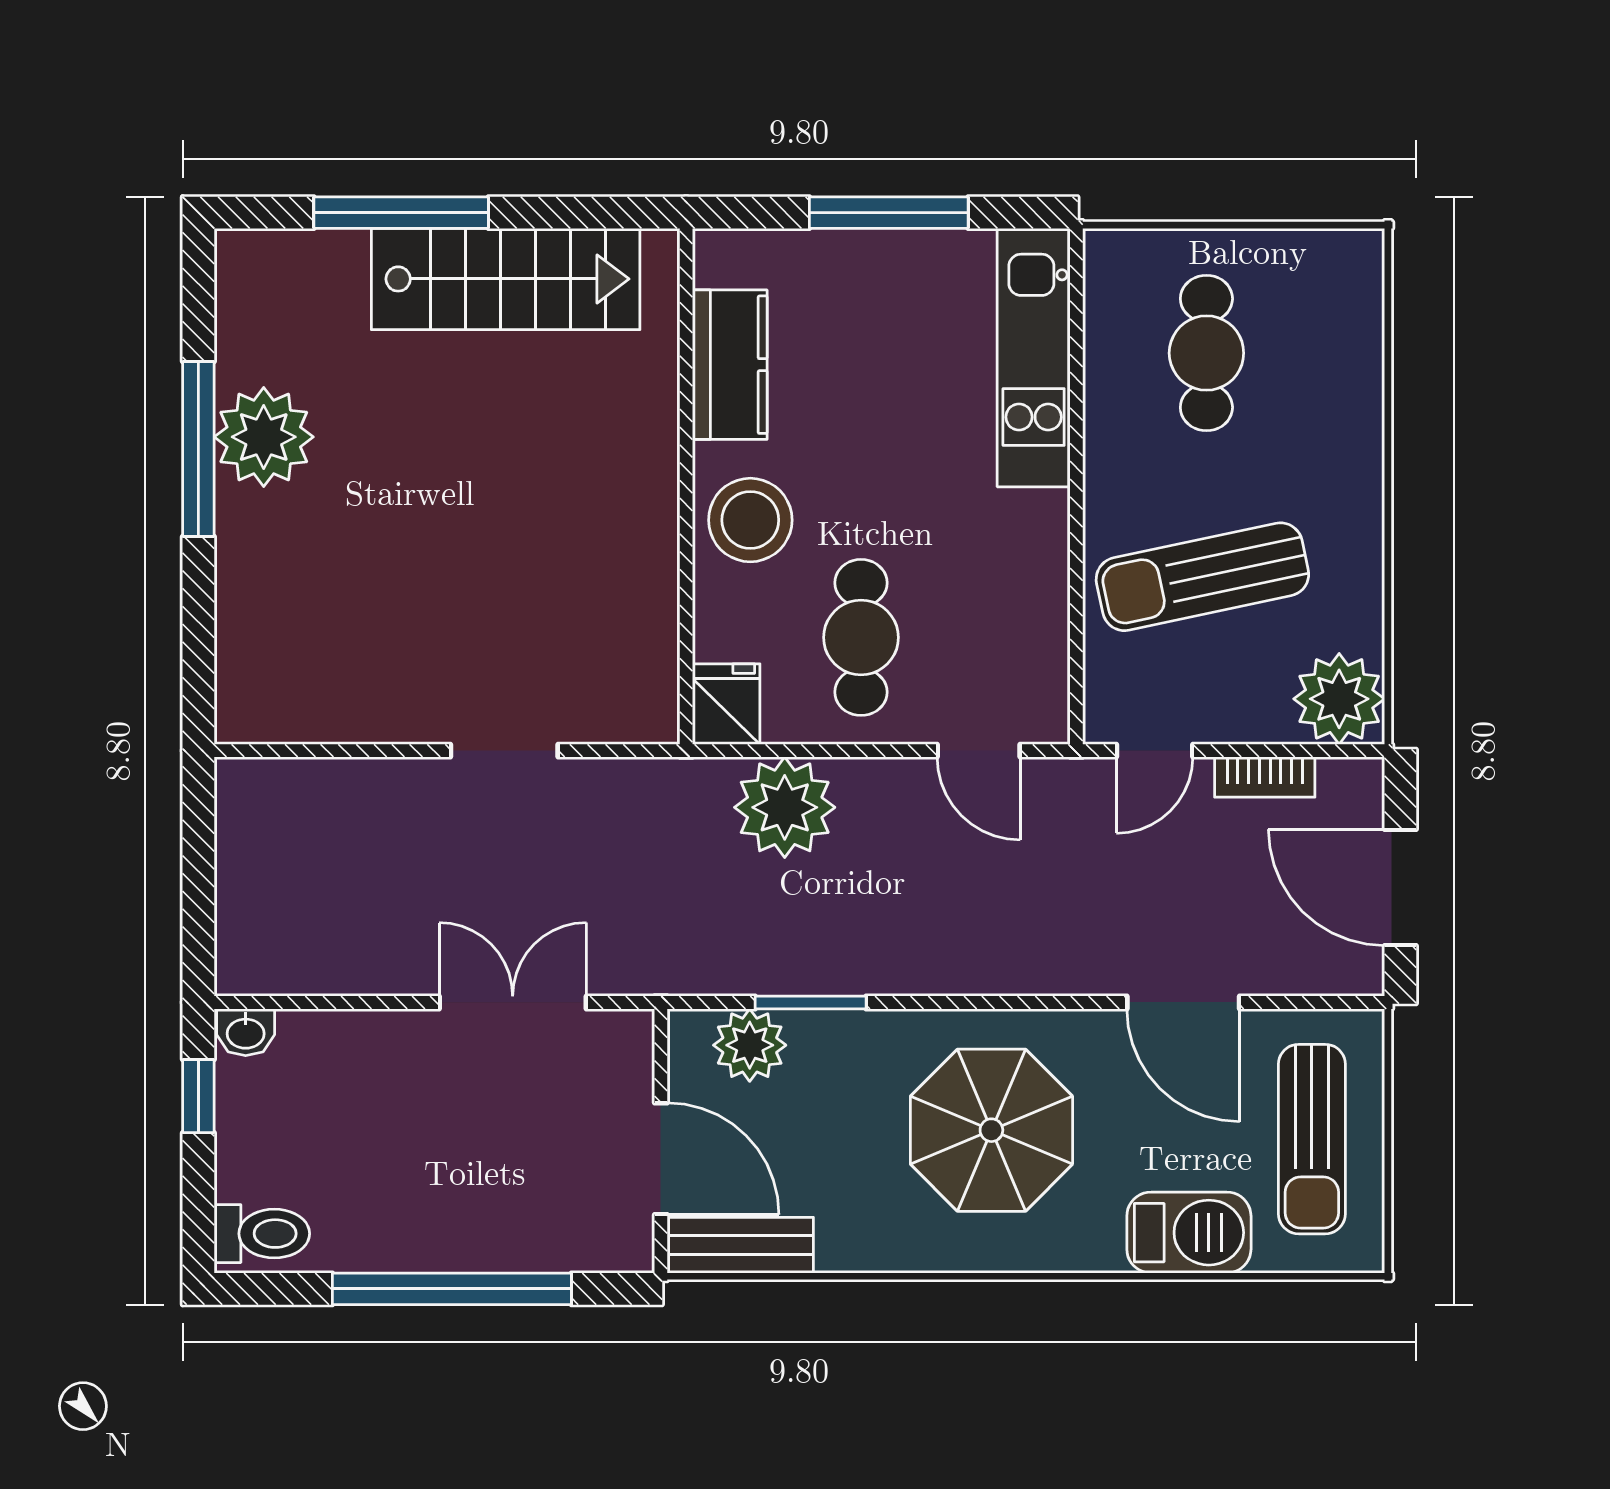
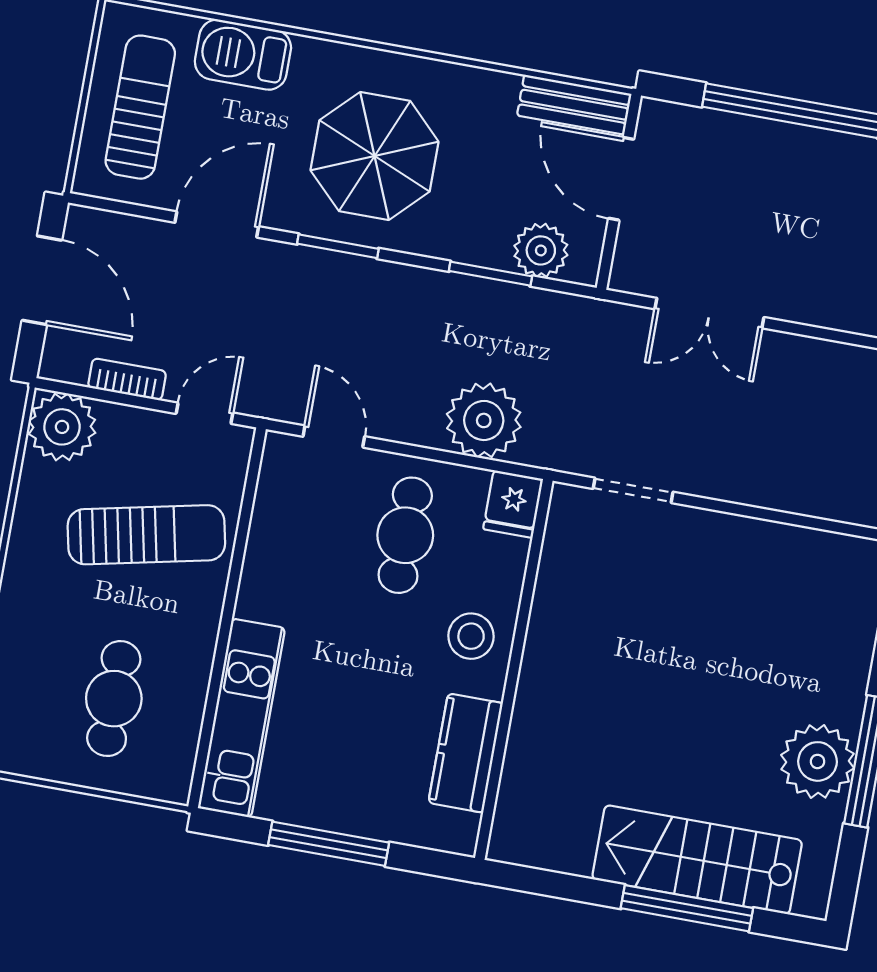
stairs: (506, 279) -> (697, 860), moved
stool: (750, 520) -> (471, 636), width x0.73, depth x0.73
doorway: (504, 751) -> (633, 490), moved
window: (1018, 1002) -> (338, 246), added
door: (1183, 1002) -> (217, 224), hinge flipped

